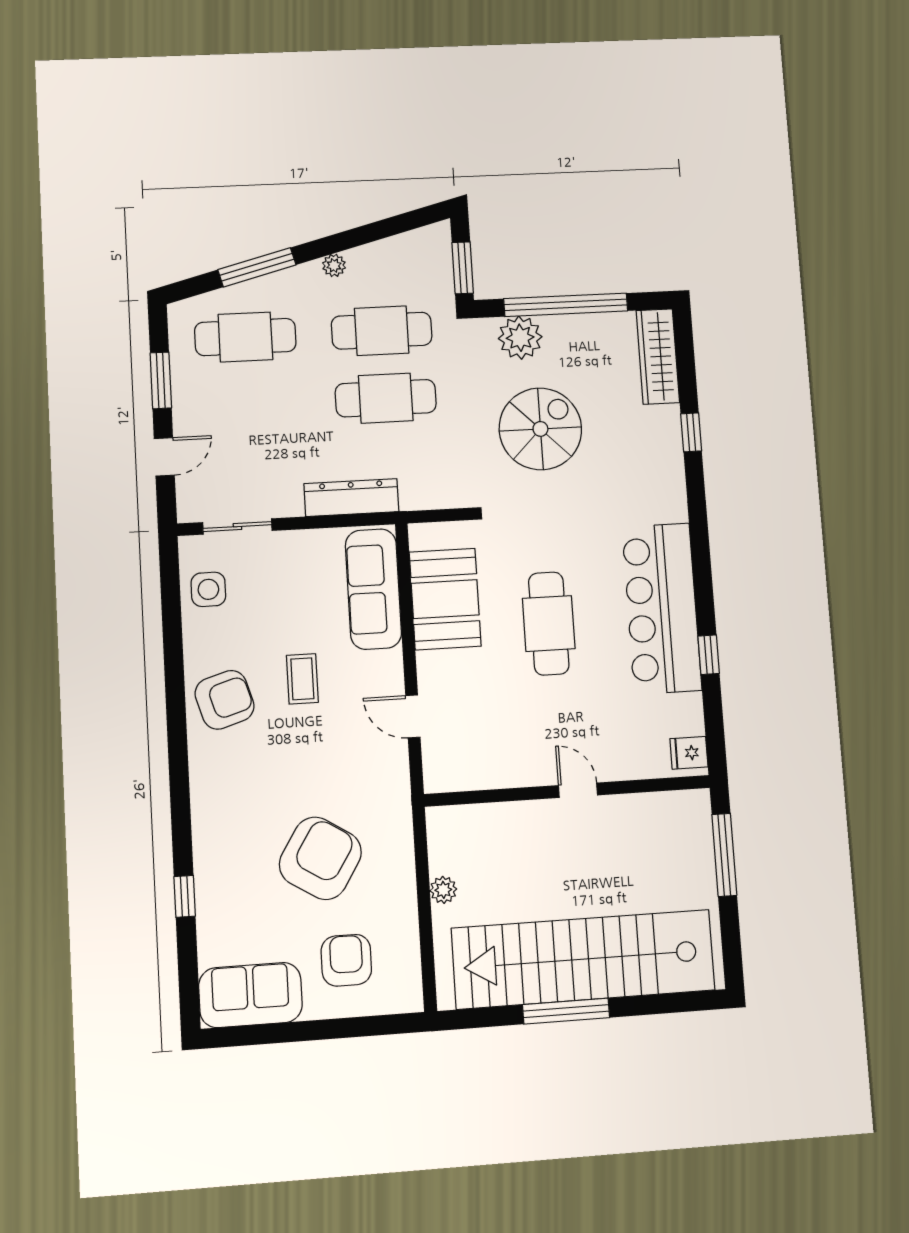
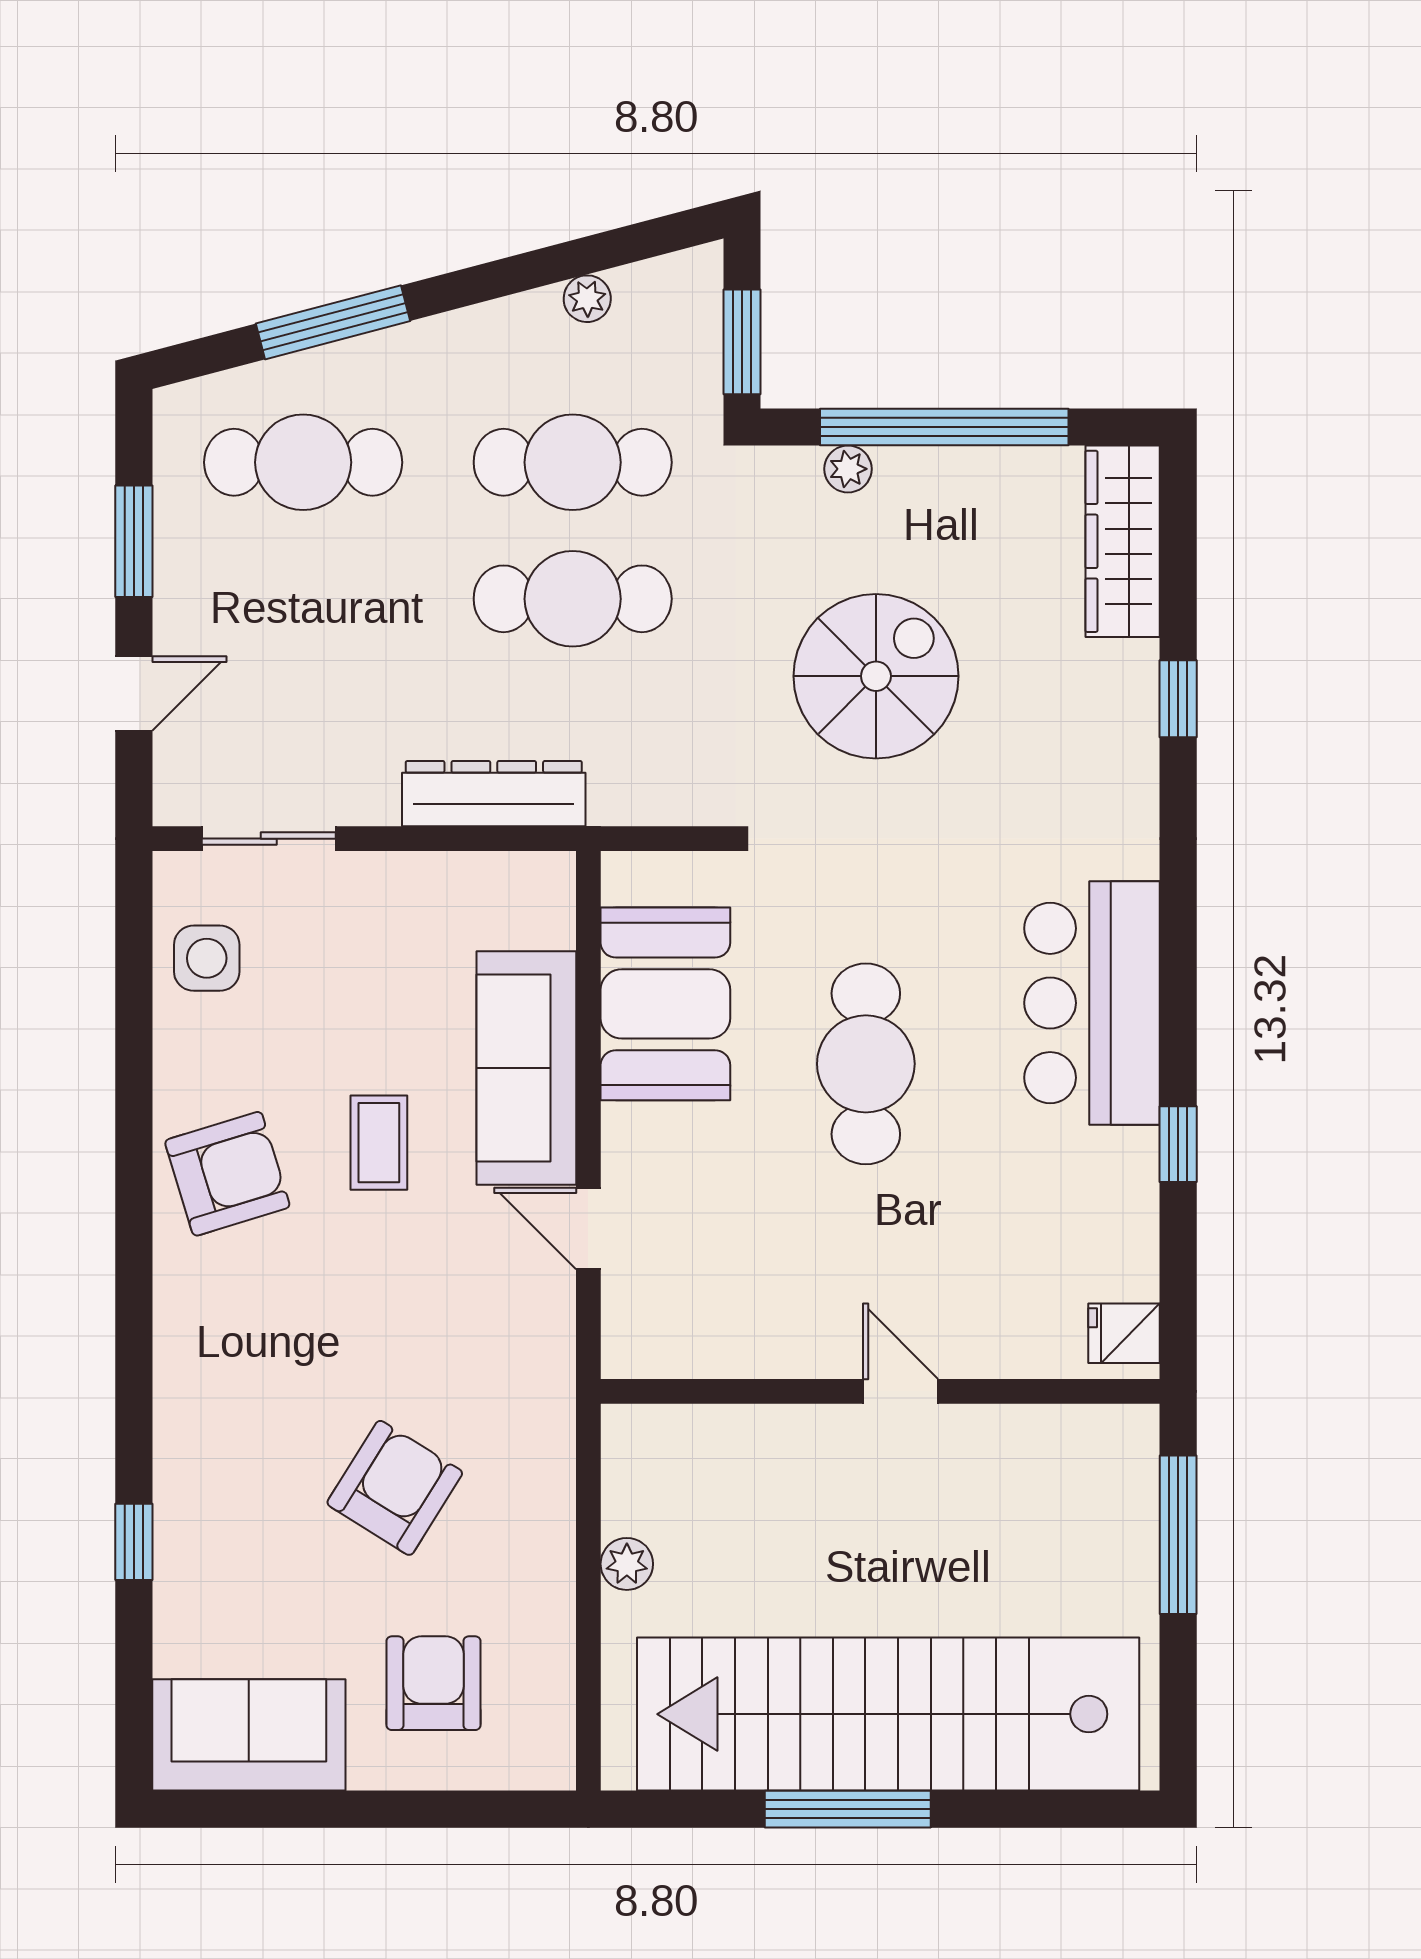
plant: (334, 265) -> (587, 299), moved
plant: (520, 338) -> (848, 469), width x0.53, depth x0.53
sofa: (373, 589) -> (526, 1068), moved
bar counter: (662, 608) -> (1092, 1003), width x0.73
armchair: (320, 858) -> (395, 1488), width x0.73, depth x0.73

